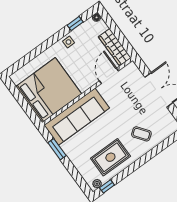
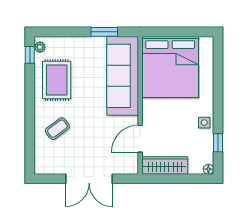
door: (109, 76) -> (140, 139), swing flipped

